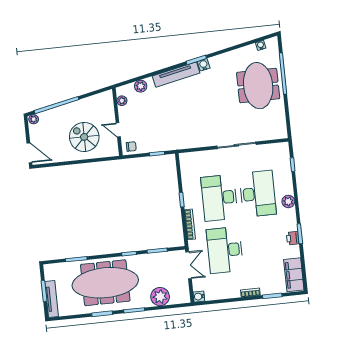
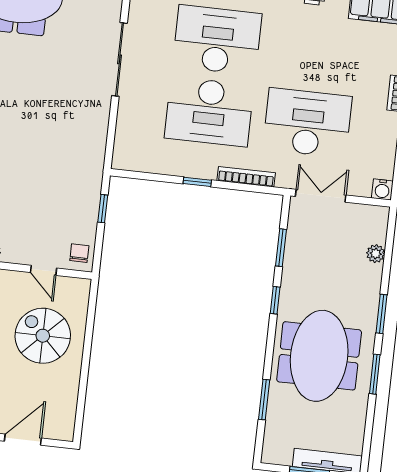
door: (118, 130) -> (43, 270), hinge flipped
spiral stairs: (84, 137) -> (43, 336), turned 90
door: (29, 153) -> (23, 440), moved
desk: (225, 250) -> (307, 123), turned 180
meeting table: (105, 283) -> (319, 356), width x0.73
plant: (160, 297) -> (376, 254), width x0.53, depth x0.53

